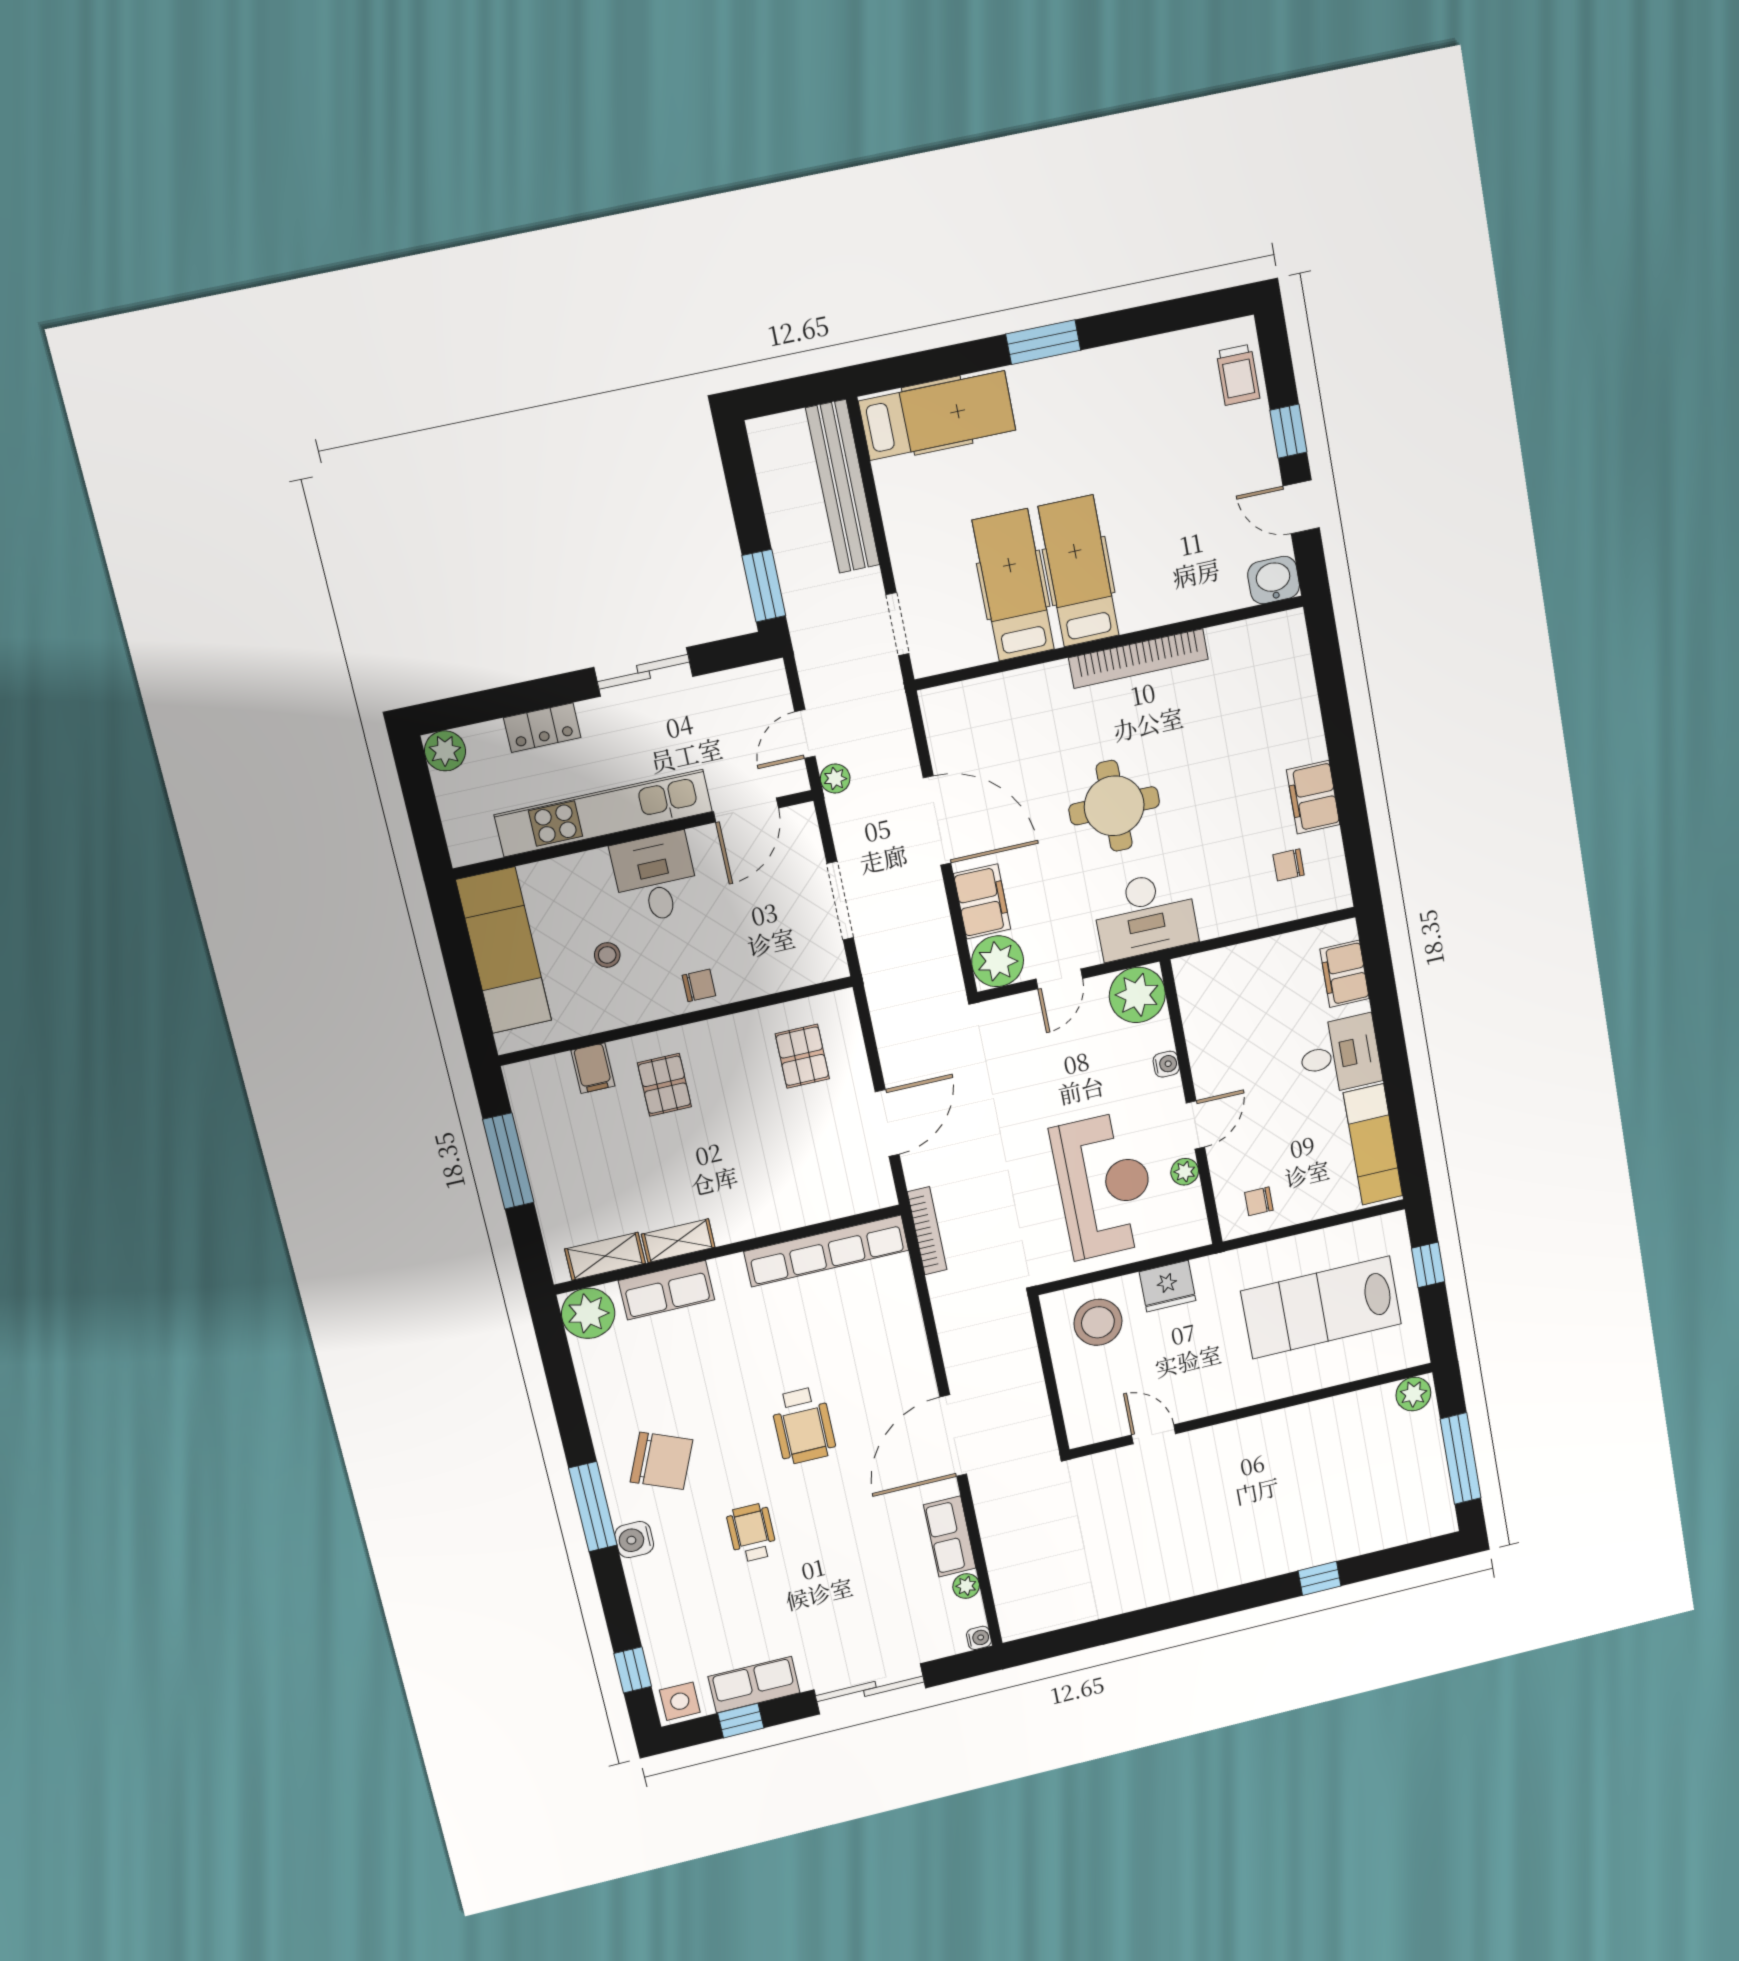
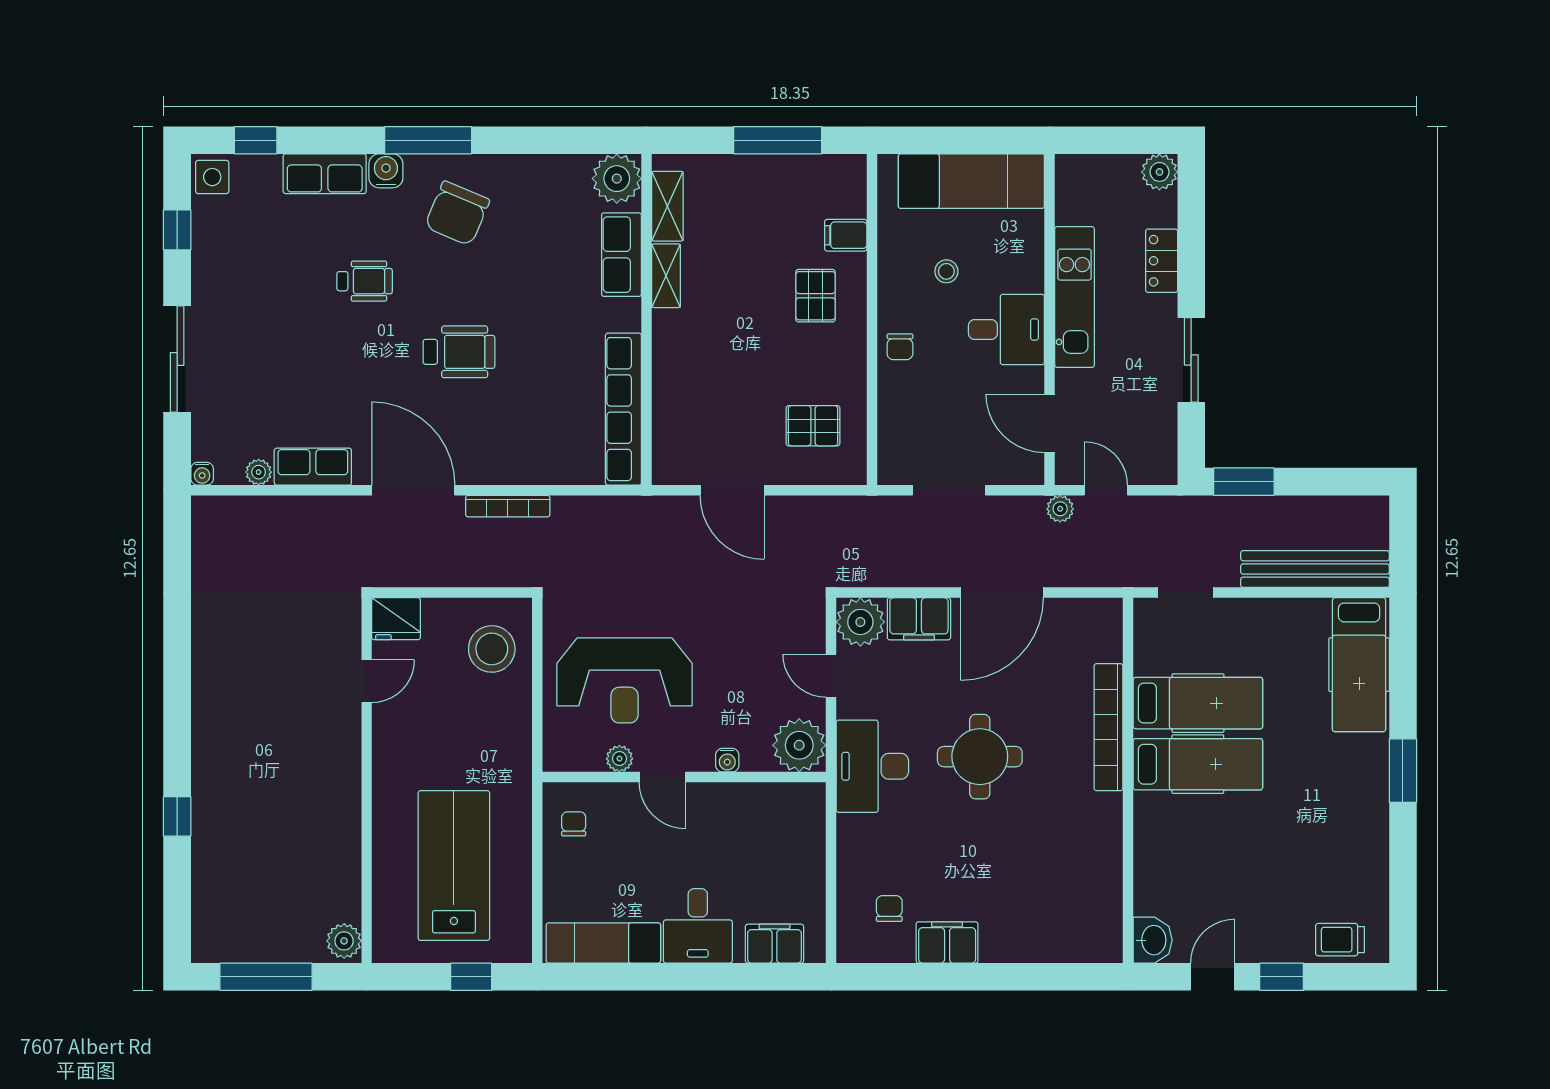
bookcase: (1138, 659) -> (1109, 727), moved
kitchen unit: (603, 813) -> (1074, 297), width x0.73
pallet: (664, 1085) -> (816, 296), turned 90
bookcase: (927, 1231) -> (508, 506), moved
fridge: (1168, 1286) -> (396, 619), moved, turned -90
wheelchair: (803, 1425) -> (459, 352), turned 180
row of seats: (754, 1685) -> (325, 174), moved, turned 90

